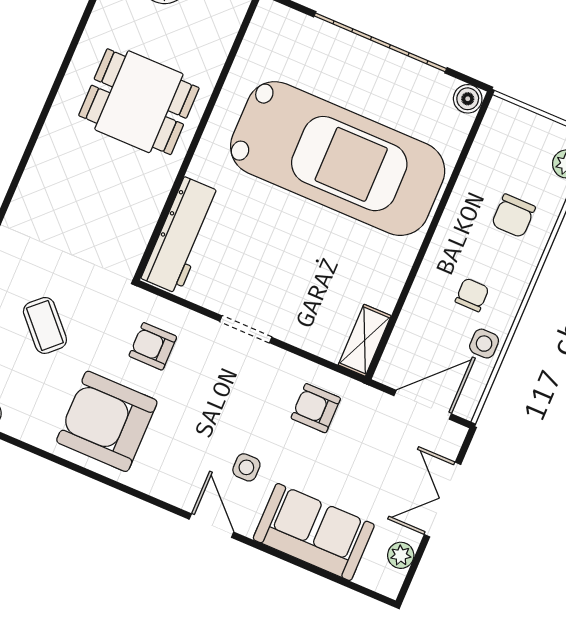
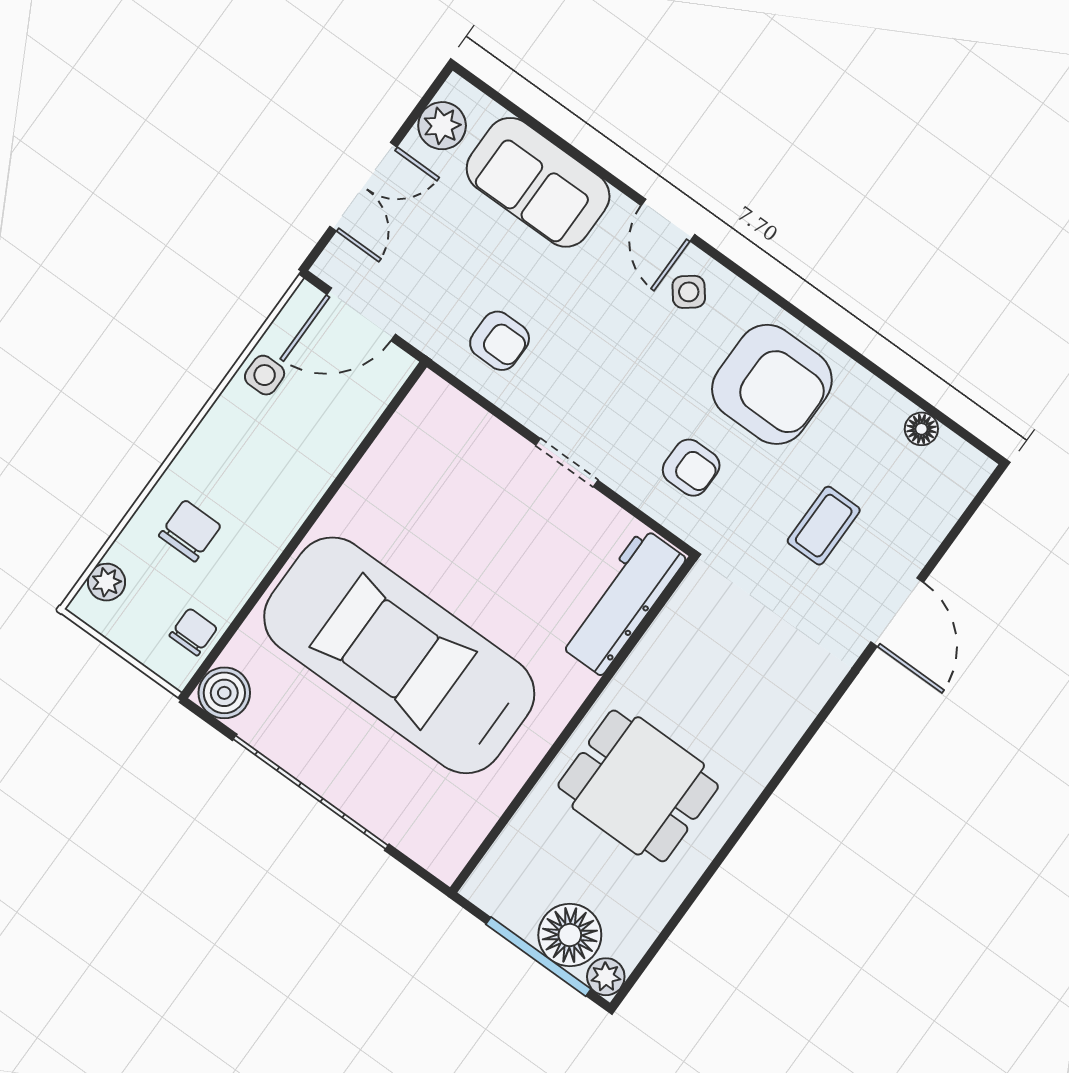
boiler: (468, 99) -> (224, 693), width x1.36, depth x1.36
chair: (472, 295) -> (193, 632), moved, turned 180
coffee table: (45, 325) -> (824, 526), turned 43
shelving: (365, 340) -> (417, 414), removed
side table: (246, 467) -> (689, 292), moved, turned -38
plant: (401, 555) -> (442, 126), width x1.38, depth x1.38

